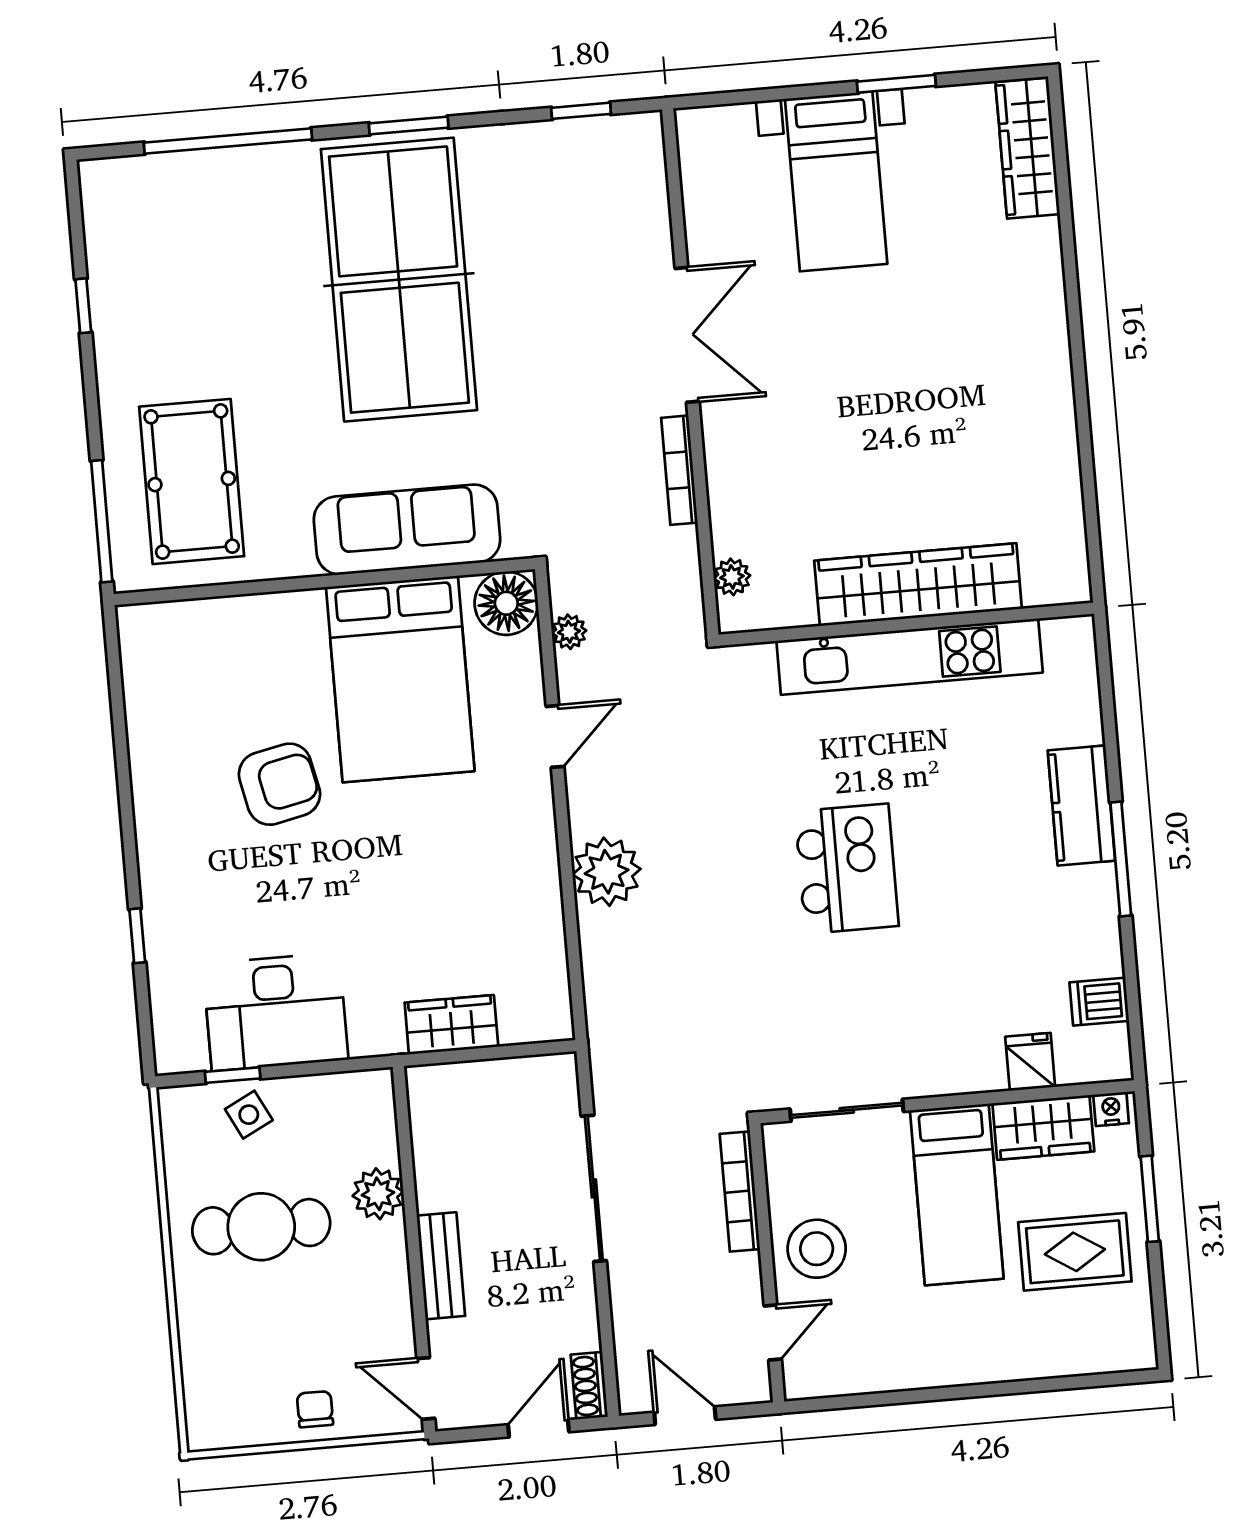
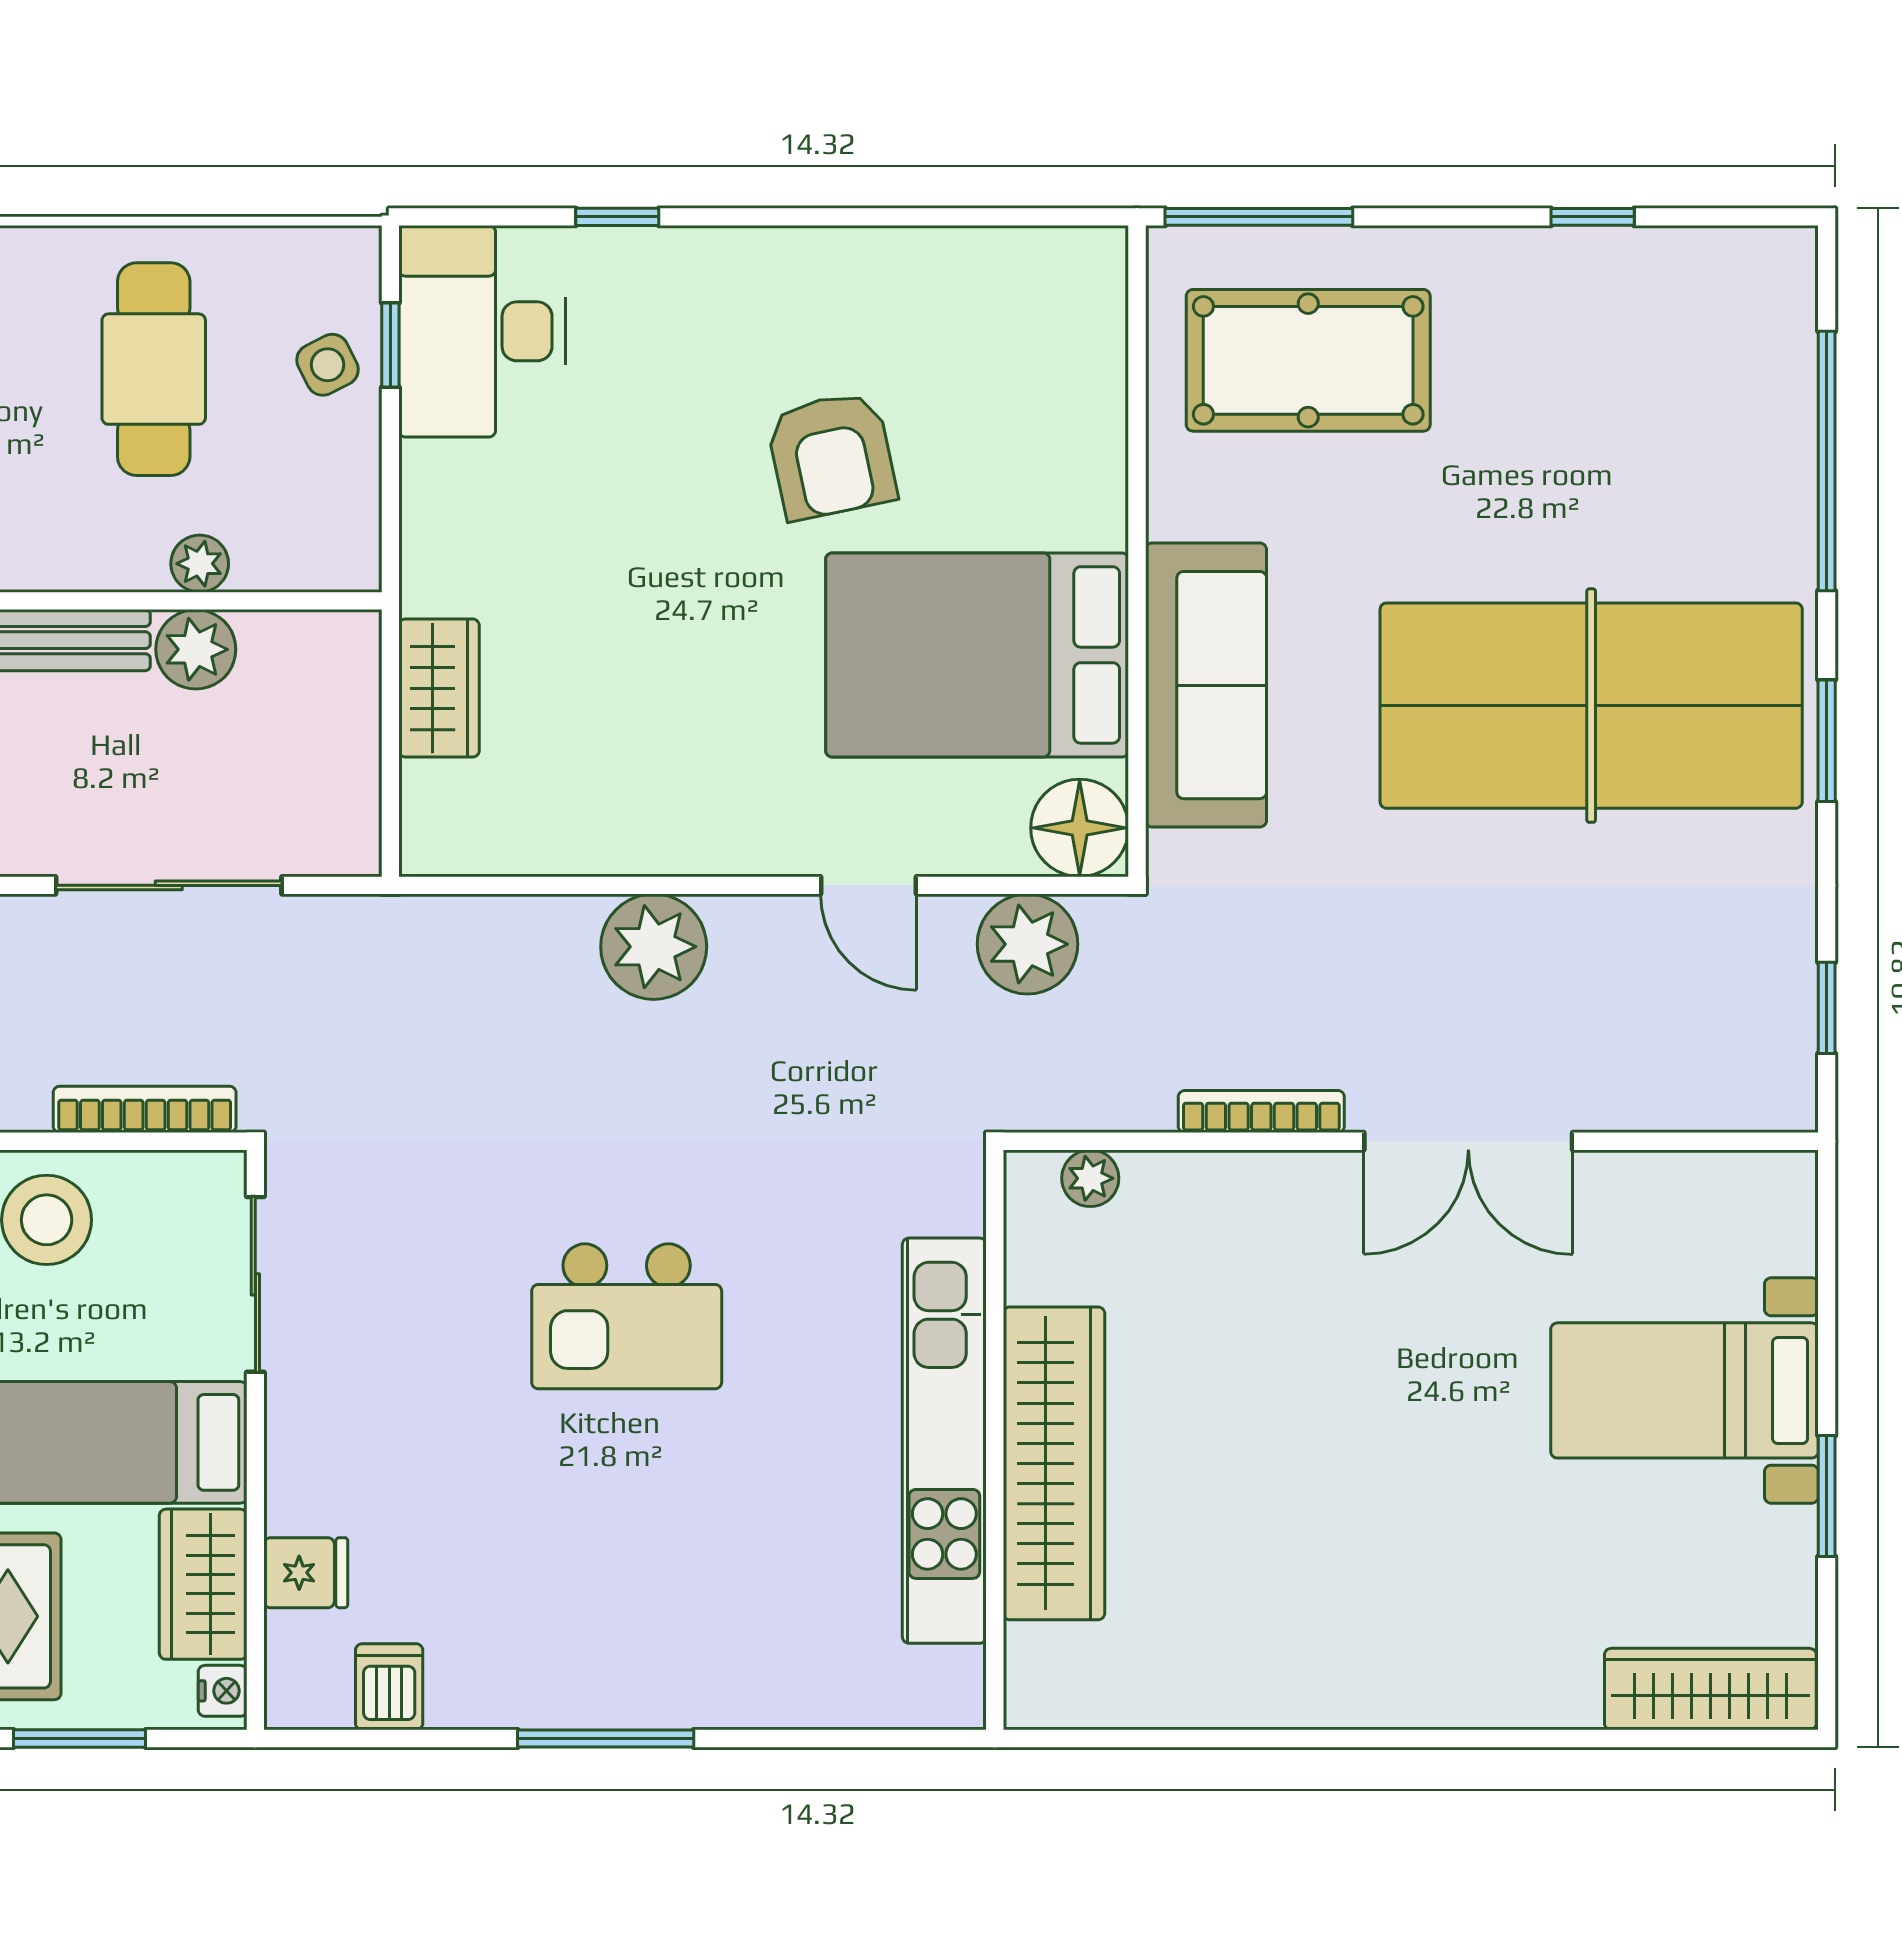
plant: (569, 632) -> (1028, 944), width x1.88, depth x1.88
kitchen counter: (1081, 805) -> (693, 1685), removed
desk: (276, 1012) -> (482, 331), moved
plant: (440, 1184) -> (196, 649), added
plant: (378, 1194) -> (200, 564), width x0.73, depth x0.73

